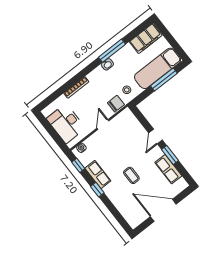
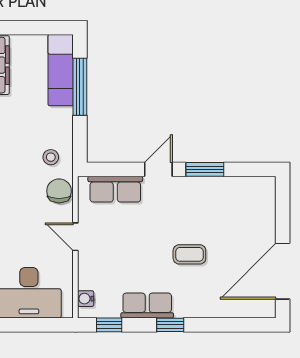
exam couch: (158, 68) -> (61, 70), width x0.73, depth x0.69
door: (155, 136) -> (158, 169), swing flipped
row of seats: (168, 169) -> (115, 189), moved
door: (163, 210) -> (283, 271), moved

